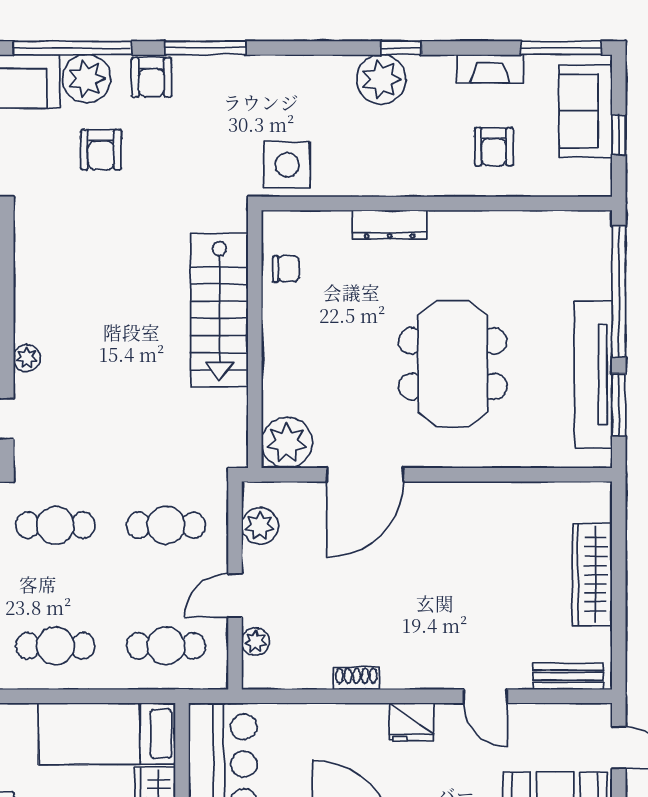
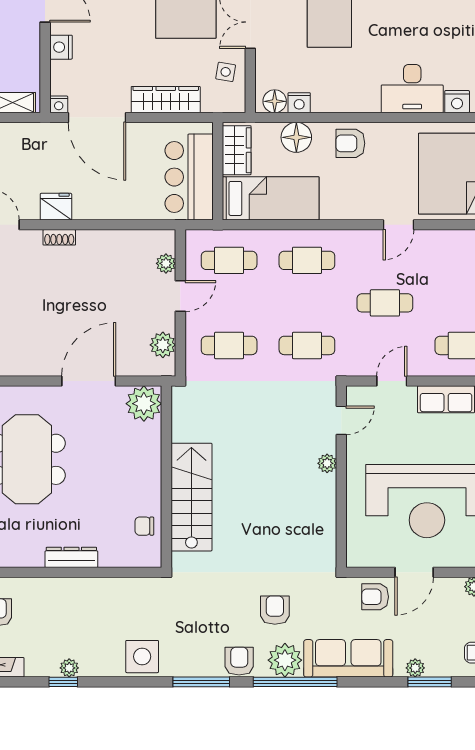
plant: (381, 79) -> (69, 668), width x0.53, depth x0.53
side table: (287, 165) -> (142, 657), moved
shoe rack: (357, 679) -> (59, 237), moved

